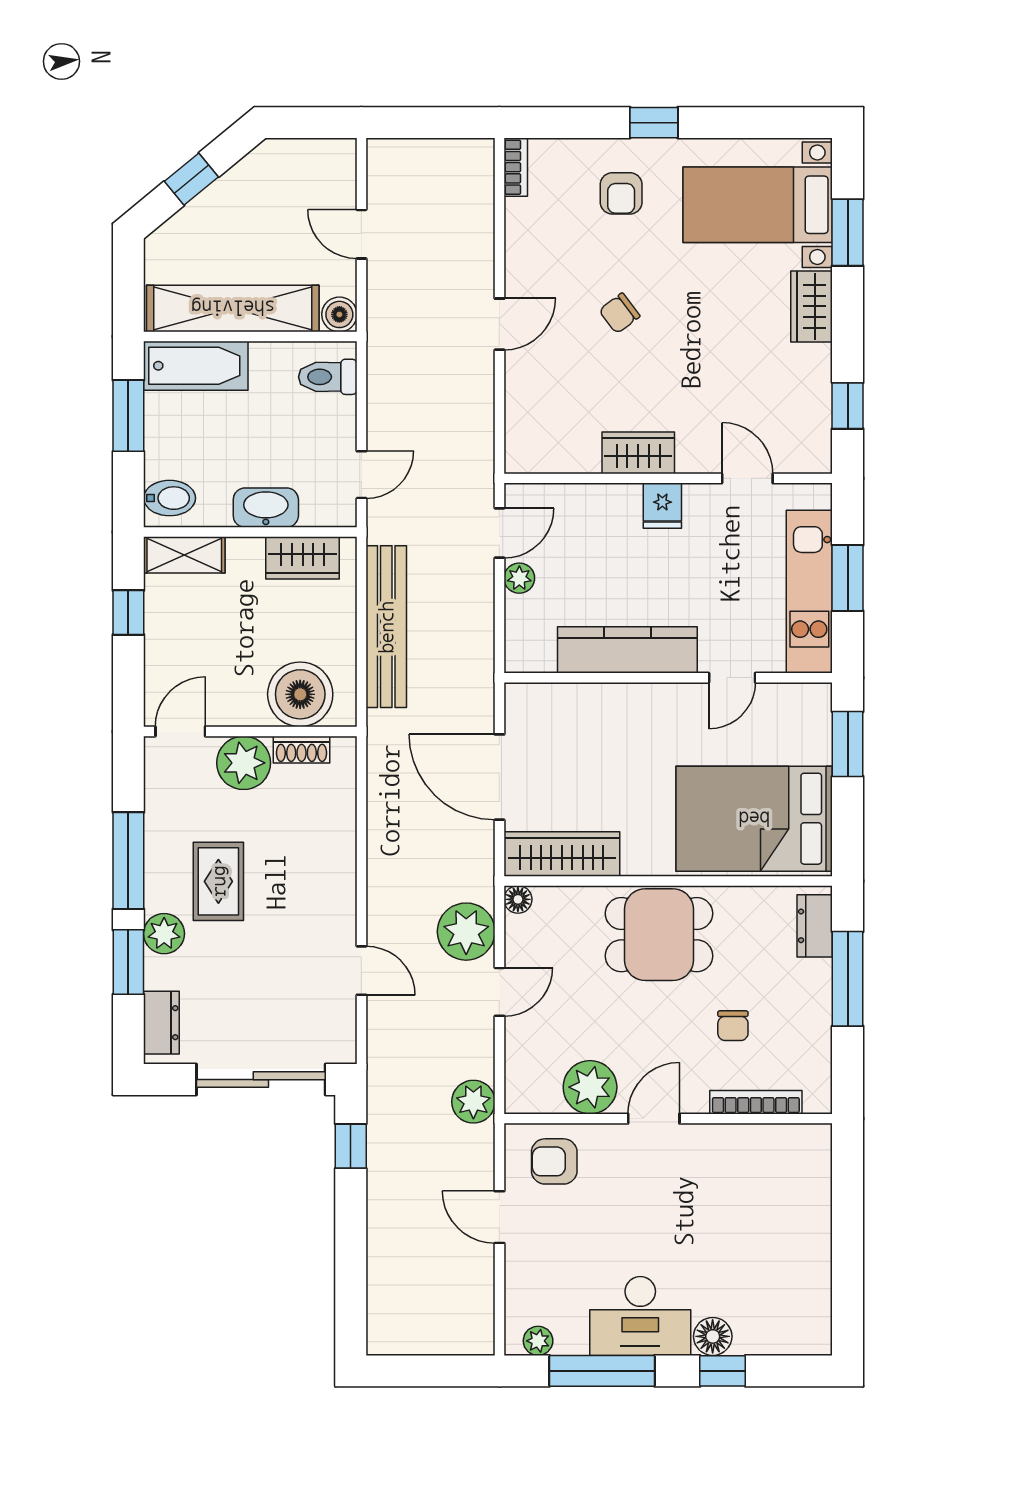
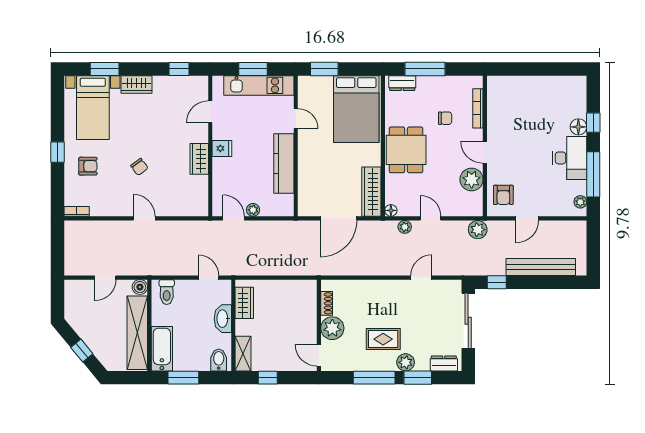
bench: (386, 627) -> (541, 267), moved
boiler: (300, 694) -> (303, 304), removed
plant: (466, 932) -> (405, 227), width x0.53, depth x0.53

